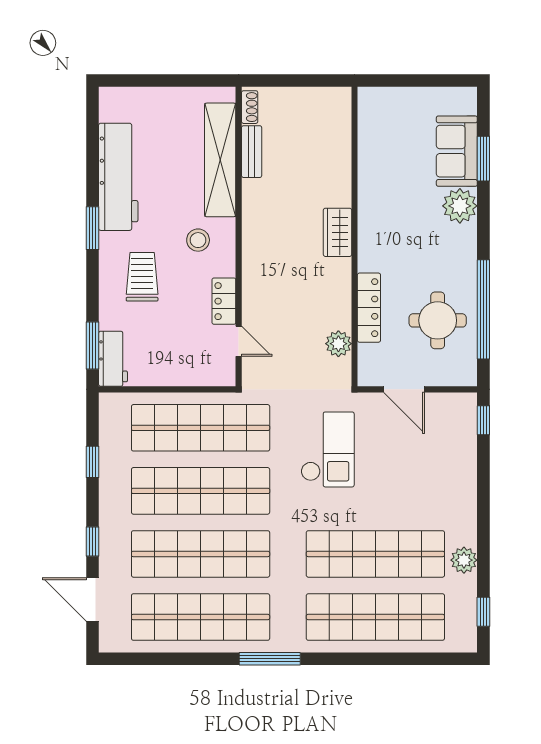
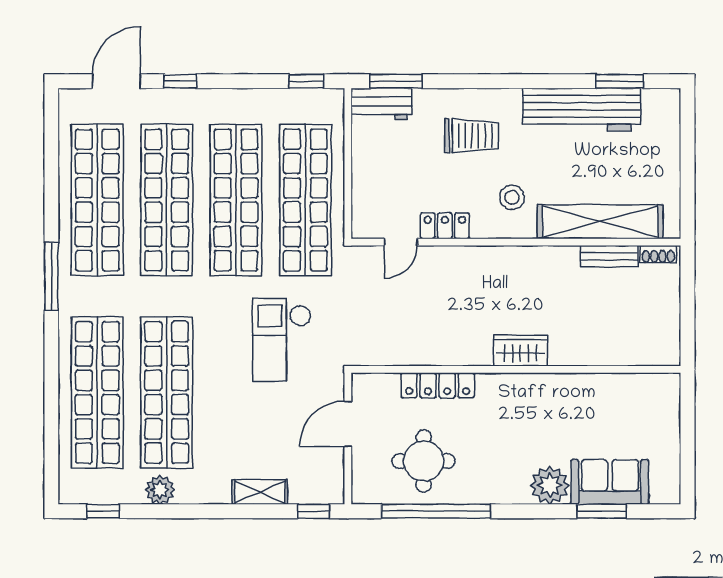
window: (93, 228) -> (620, 81), moved
plant: (338, 344) -> (398, 352), removed
checkout: (328, 449) -> (282, 340), turned 90
window: (93, 462) -> (306, 81), moved
shelving: (466, 469) -> (260, 492), added

